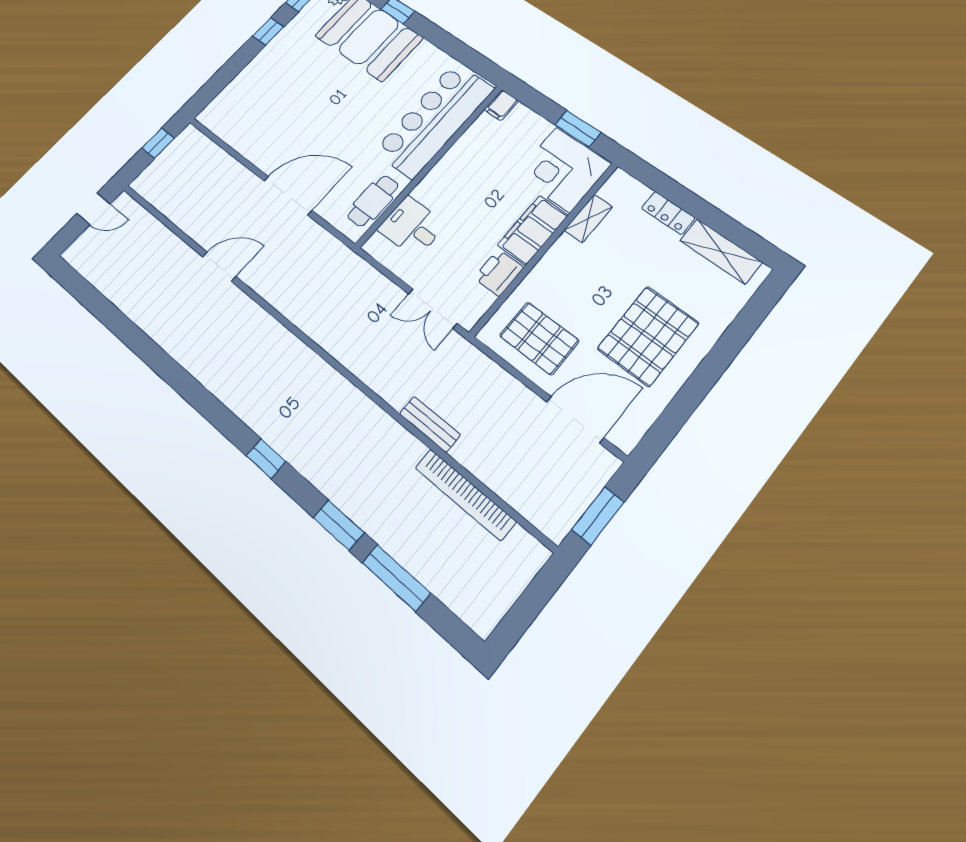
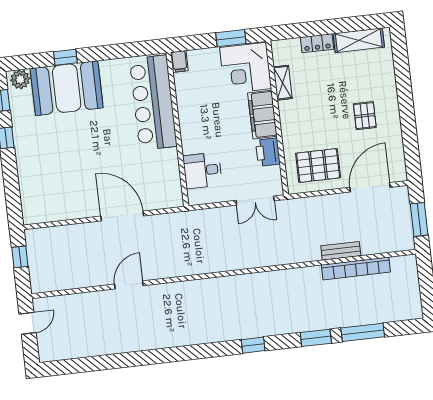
door: (288, 195) -> (122, 216), hinge flipped
cafe table: (373, 201) -> (169, 176), removed
pallet: (648, 336) -> (365, 116), width x0.49, depth x0.50
bench: (430, 424) -> (341, 251), moved

